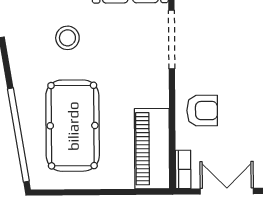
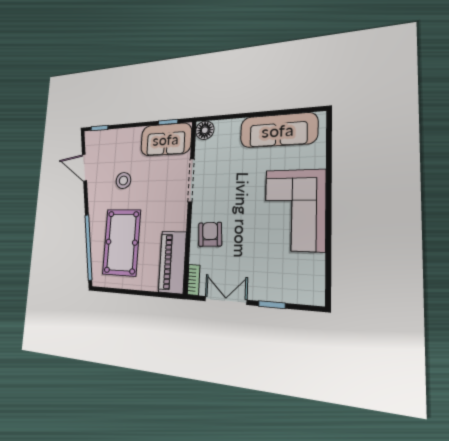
armchair: (202, 111) -> (210, 234), turned -93

